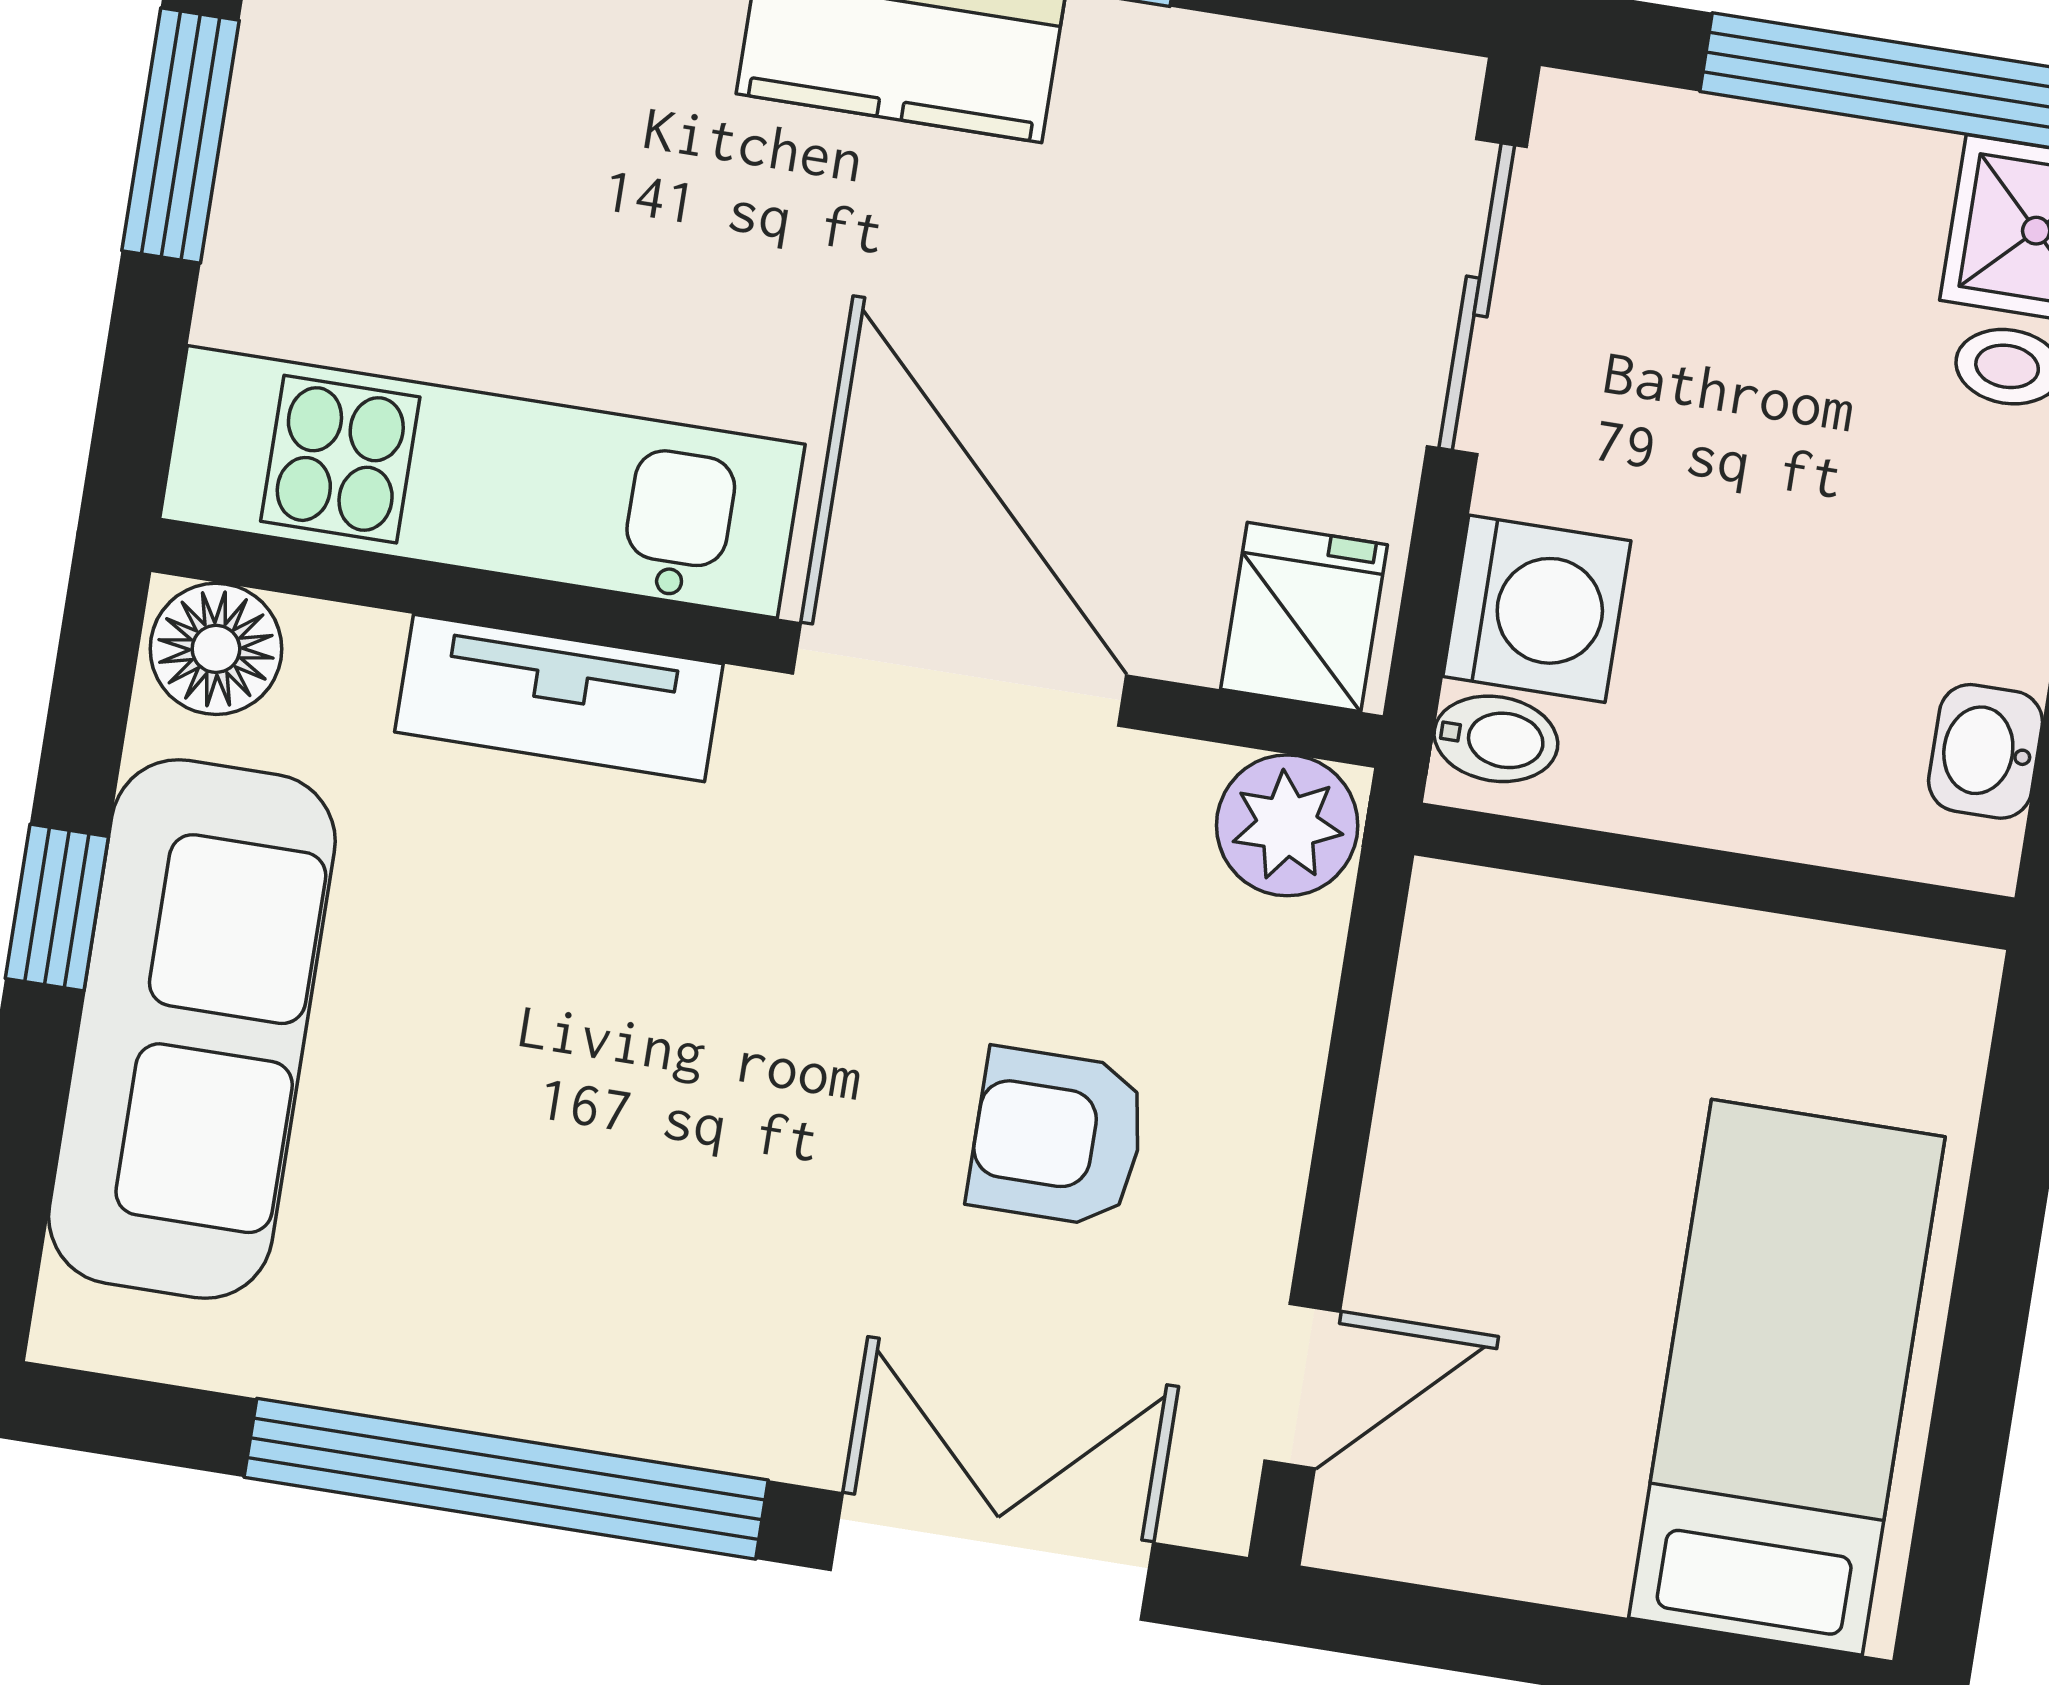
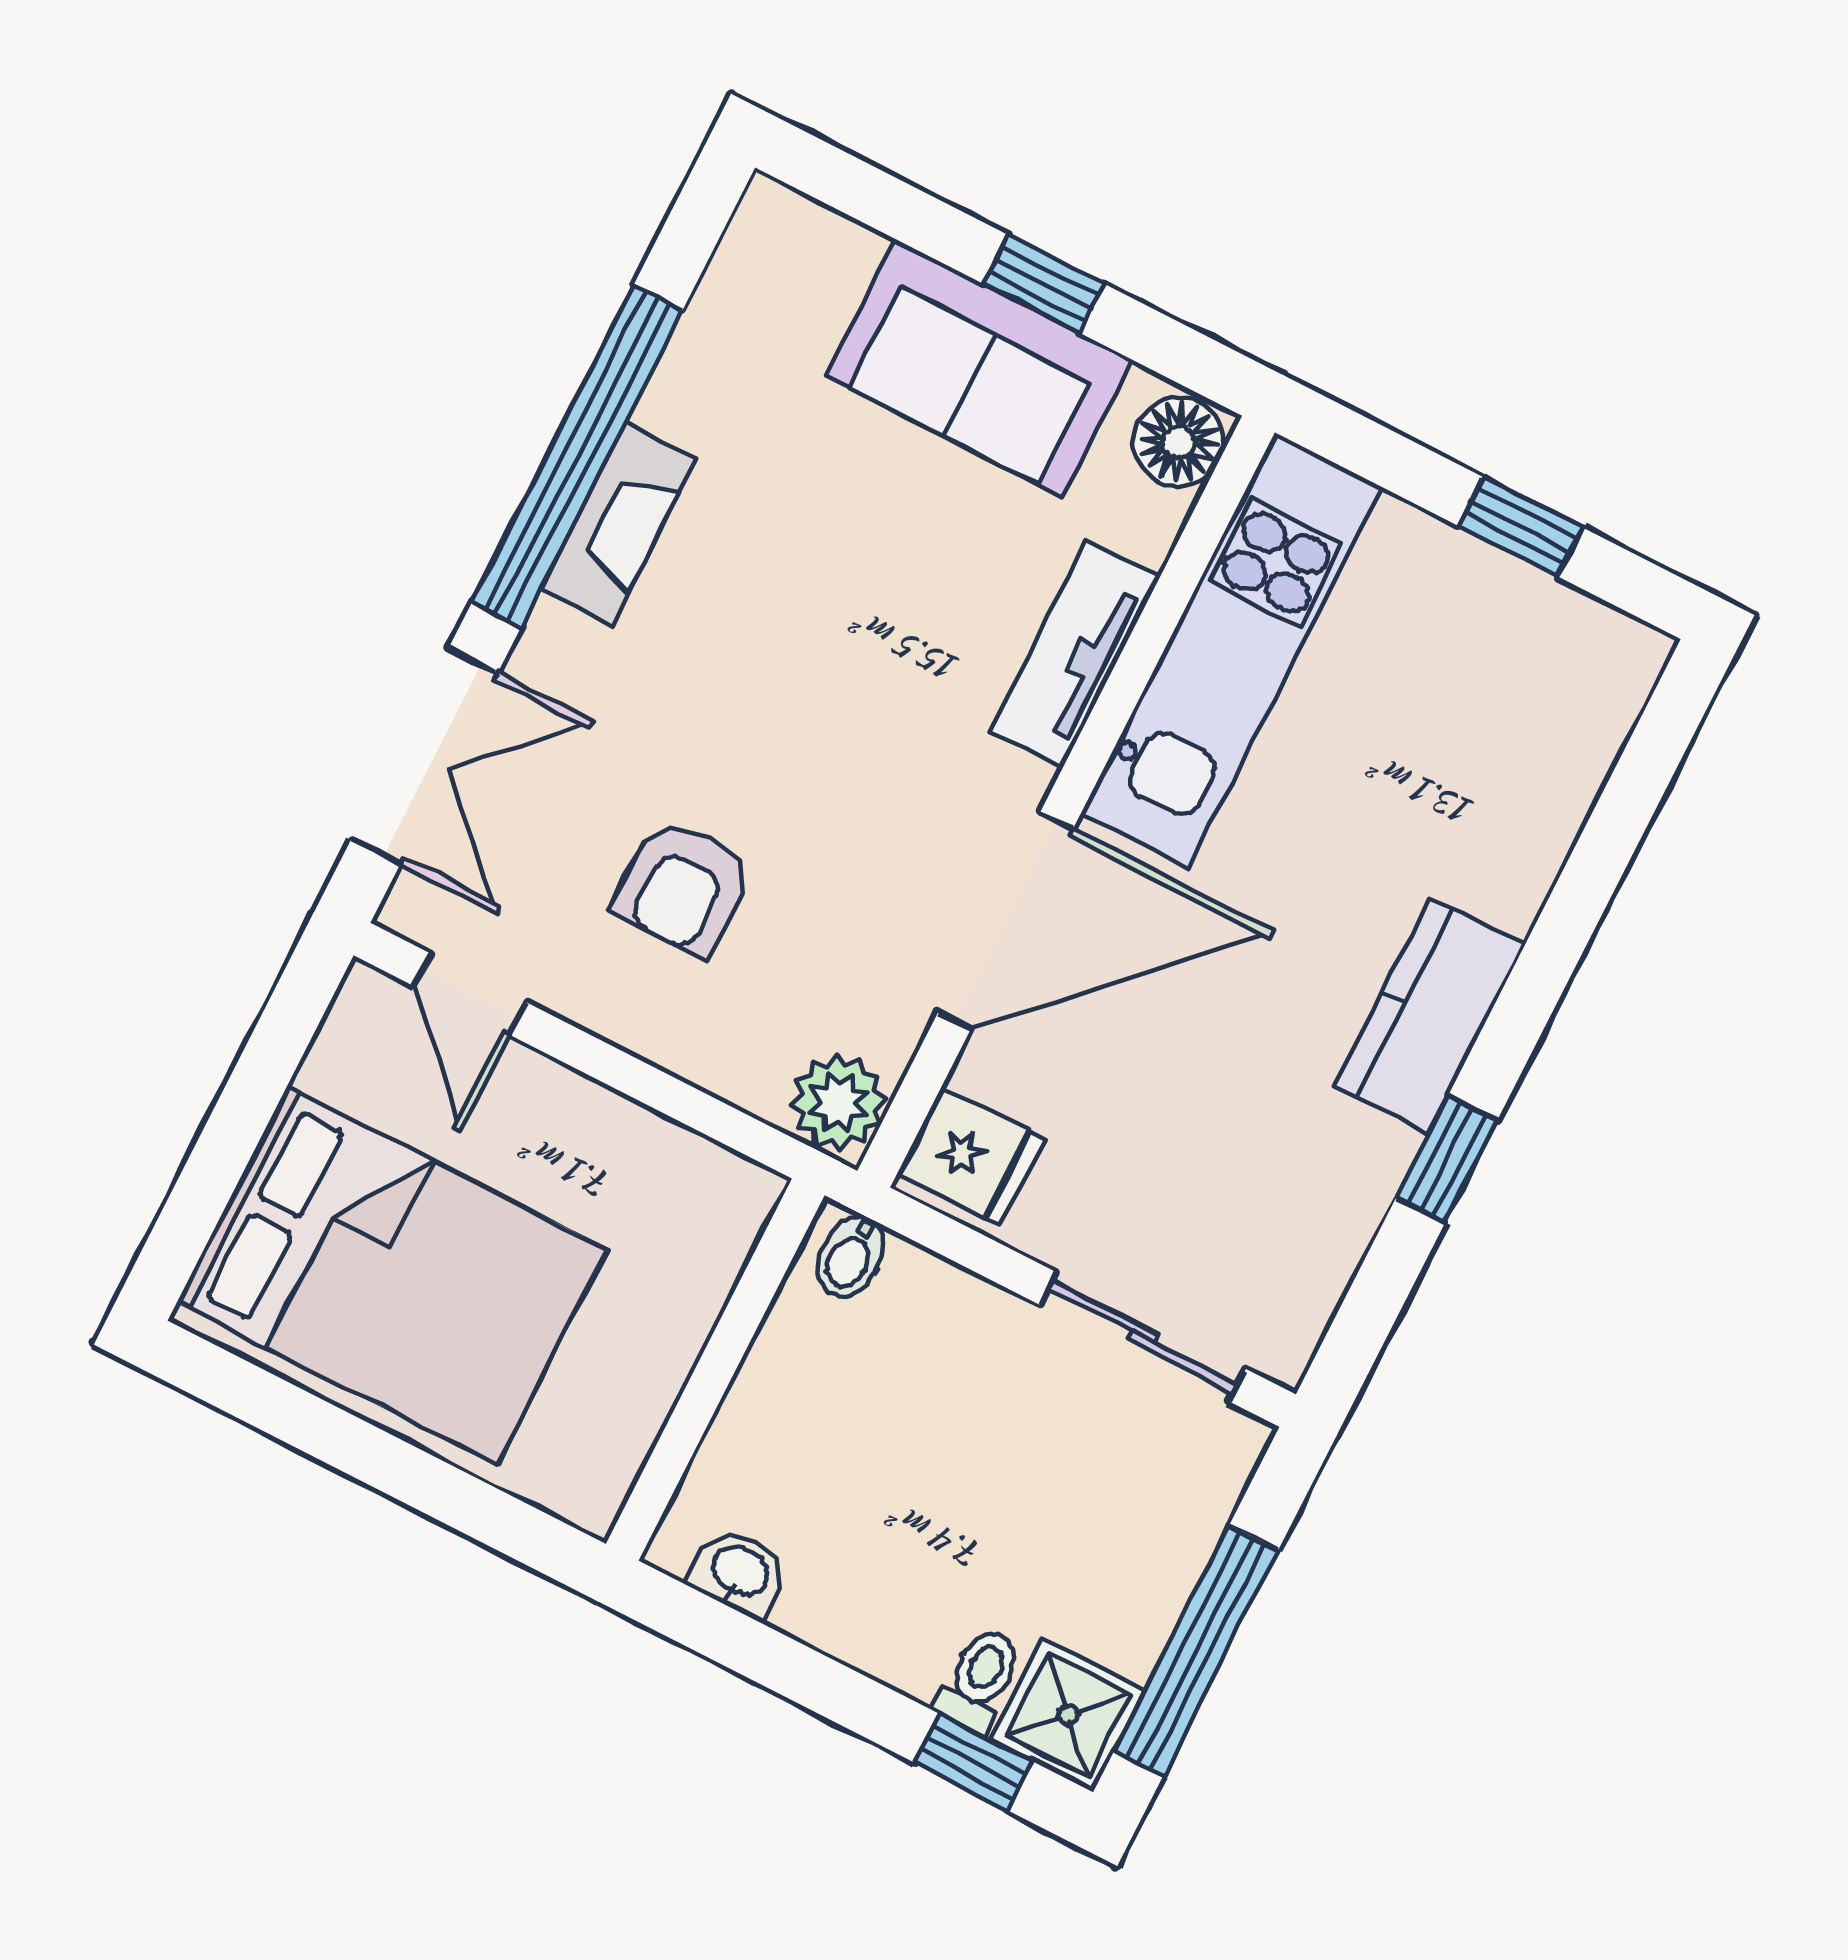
window: (181, 136) -> (1520, 527), width x0.67
washing machine: (1537, 609) -> (927, 1310), removed
sofa: (192, 1029) -> (979, 368), width x0.73
armchair: (1057, 1137) -> (684, 887), turned 180
bed: (1787, 1377) -> (392, 1275), width x1.50
fireplace: (582, 1391) -> (618, 524), added

